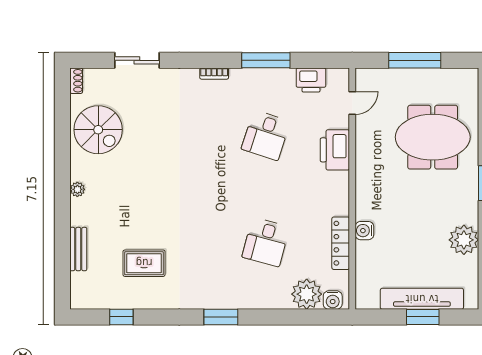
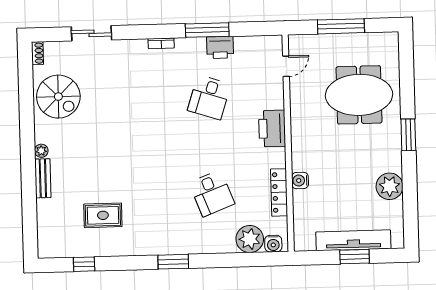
printer: (311, 80) -> (220, 47), moved
printer: (335, 150) -> (272, 128), moved
desk: (266, 242) -> (212, 193), turned -36
bench: (78, 249) -> (43, 178), moved

